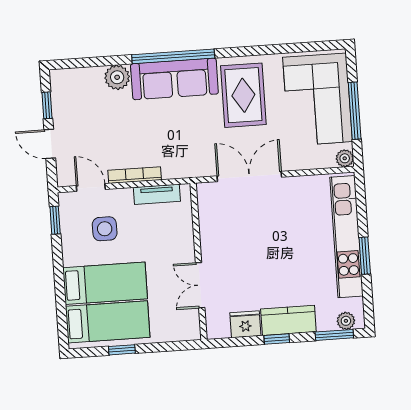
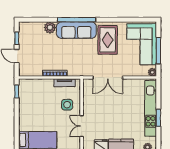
double door: (249, 176) -> (108, 78), swing flipped
door: (91, 188) -> (34, 78), removed
side table: (105, 229) -> (67, 105), moved
bed: (105, 283) -> (38, 122), removed

